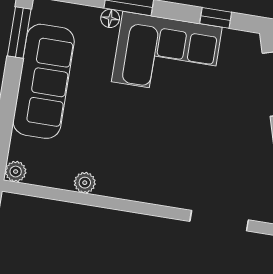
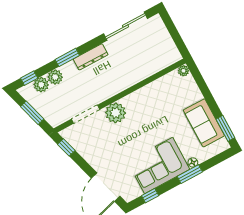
sofa: (44, 81) -> (204, 123), width x0.73
plant: (85, 183) -> (116, 113), moved, width x1.88, depth x1.88

